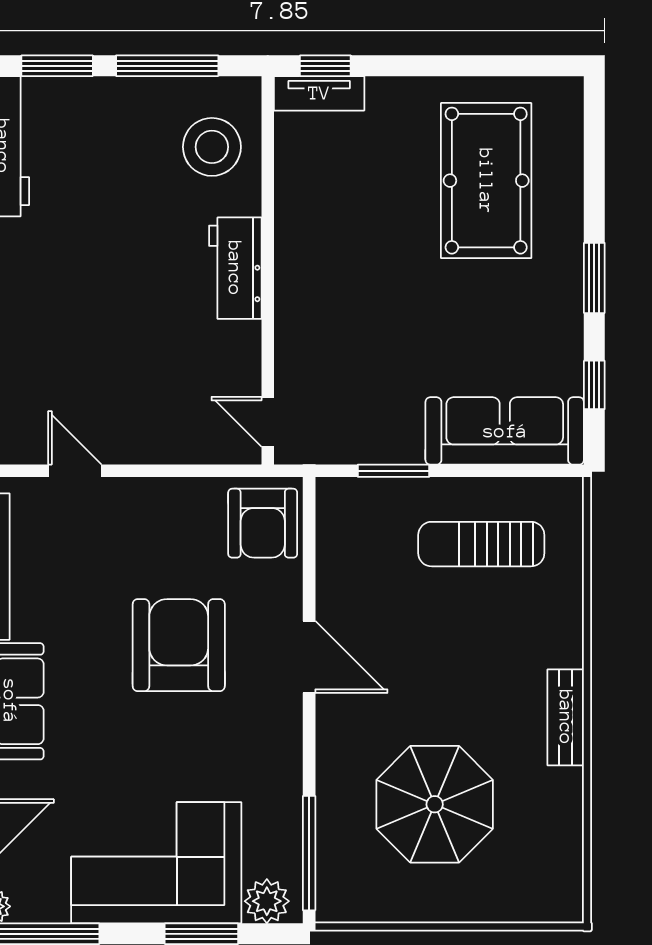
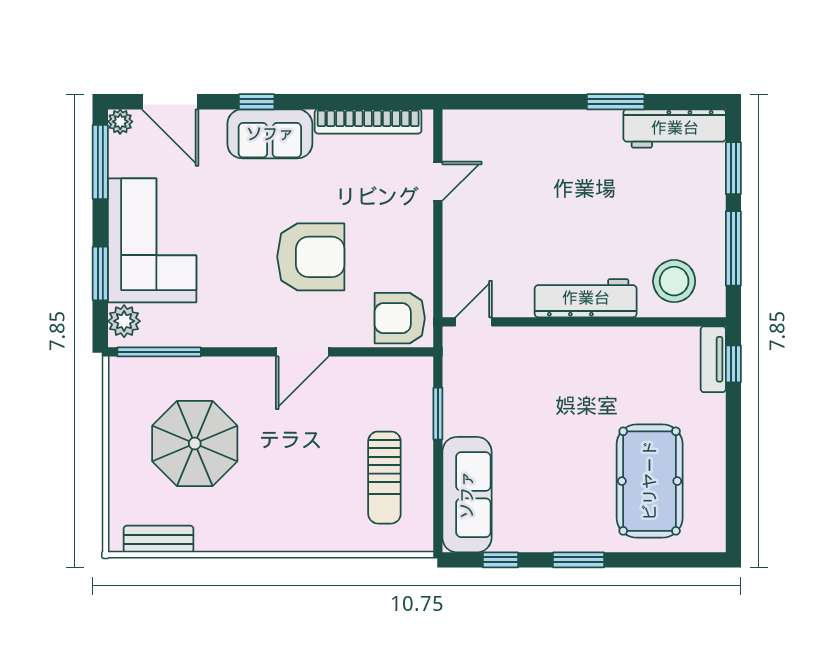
pool table: (486, 181) -> (650, 481), turned 90
workbench: (235, 268) -> (586, 298), width x1.38
sun lounger: (481, 544) -> (384, 478), turned 180
bench: (566, 717) -> (159, 539), moved

